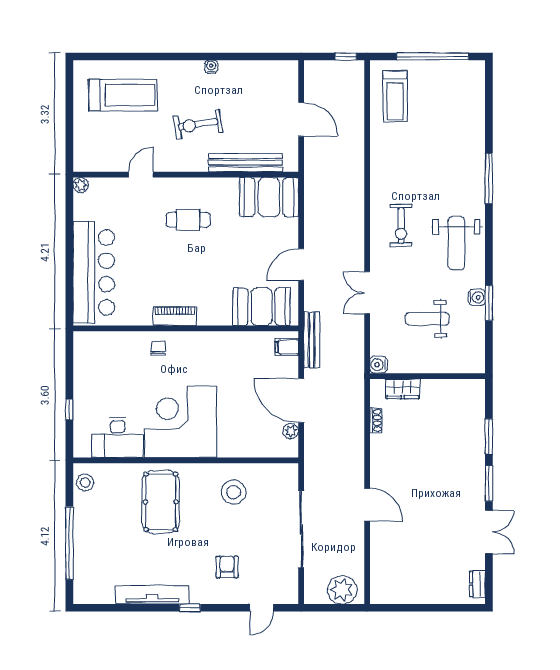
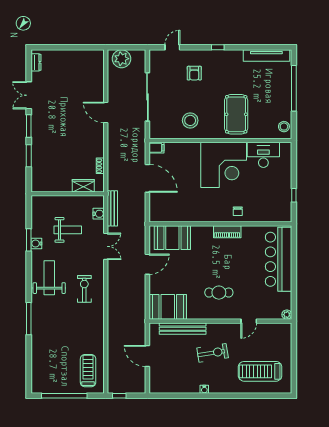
bench: (312, 340) -> (112, 208), moved
filing cabinet: (287, 347) -> (156, 148), moved
water cooler: (379, 365) -> (99, 214), moved
window: (69, 410) -> (294, 195), moved
plant: (291, 431) -> (154, 159), removed
tv unit: (152, 595) -> (266, 56), moved

